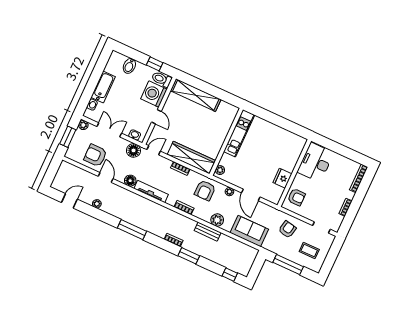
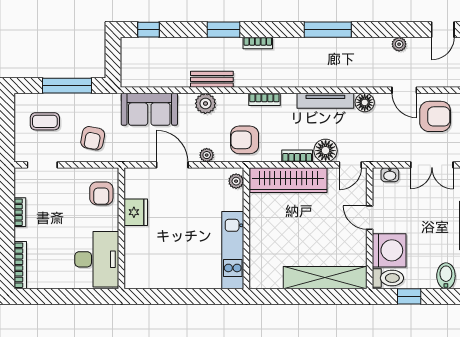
floor lamp: (133, 150) -> (326, 151), moved
armchair: (205, 190) -> (245, 140), turned -90
armchair: (296, 197) -> (101, 193), turned -90

